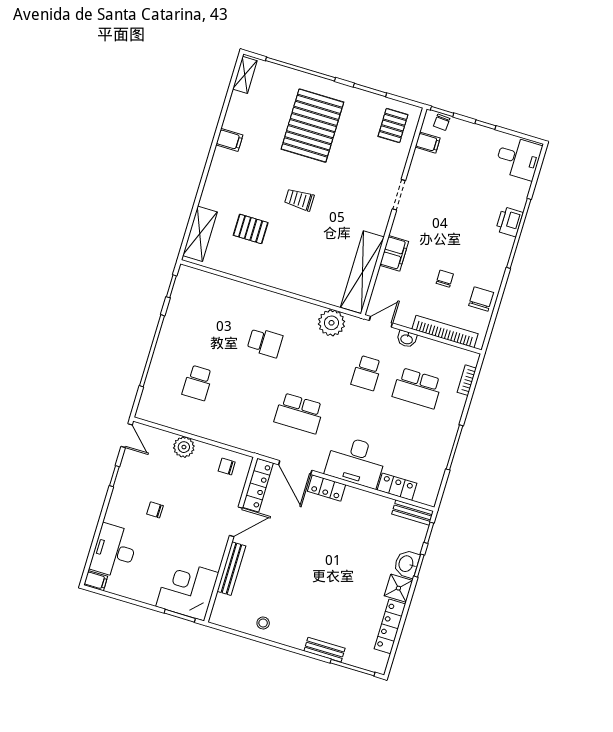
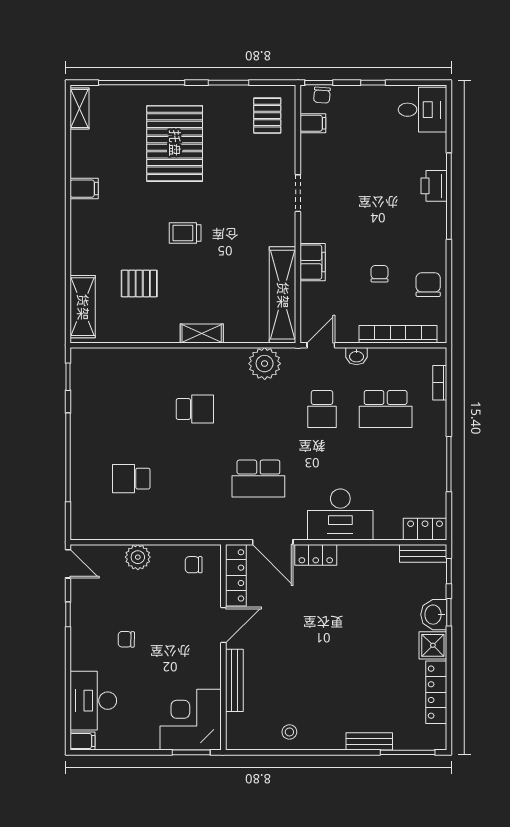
shelving: (288, 284) -> (202, 333), added
school desk: (198, 383) -> (131, 479), turned 90
locker: (397, 487) -> (425, 529), moved

